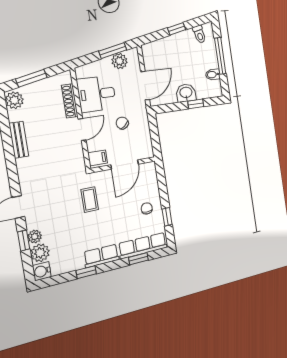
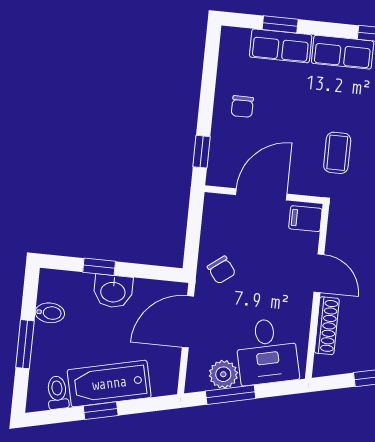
bathtub: (176, 44) -> (109, 384), added
window: (220, 56) -> (25, 344), width x0.69
desk: (97, 94) -> (267, 351), moved, turned 77
chair: (122, 123) -> (221, 270), moved
door: (82, 129) -> (319, 273), swing flipped
window: (167, 217) -> (202, 152), moved
row of seats: (143, 246) -> (281, 46), width x0.68

